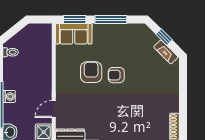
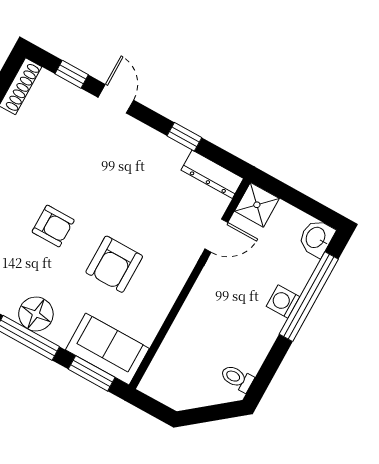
floor lamp: (113, 32) -> (36, 314), added
armchair: (116, 75) -> (53, 226), moved

